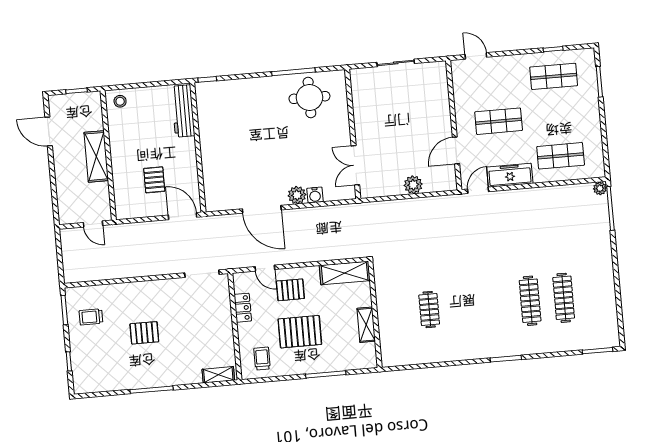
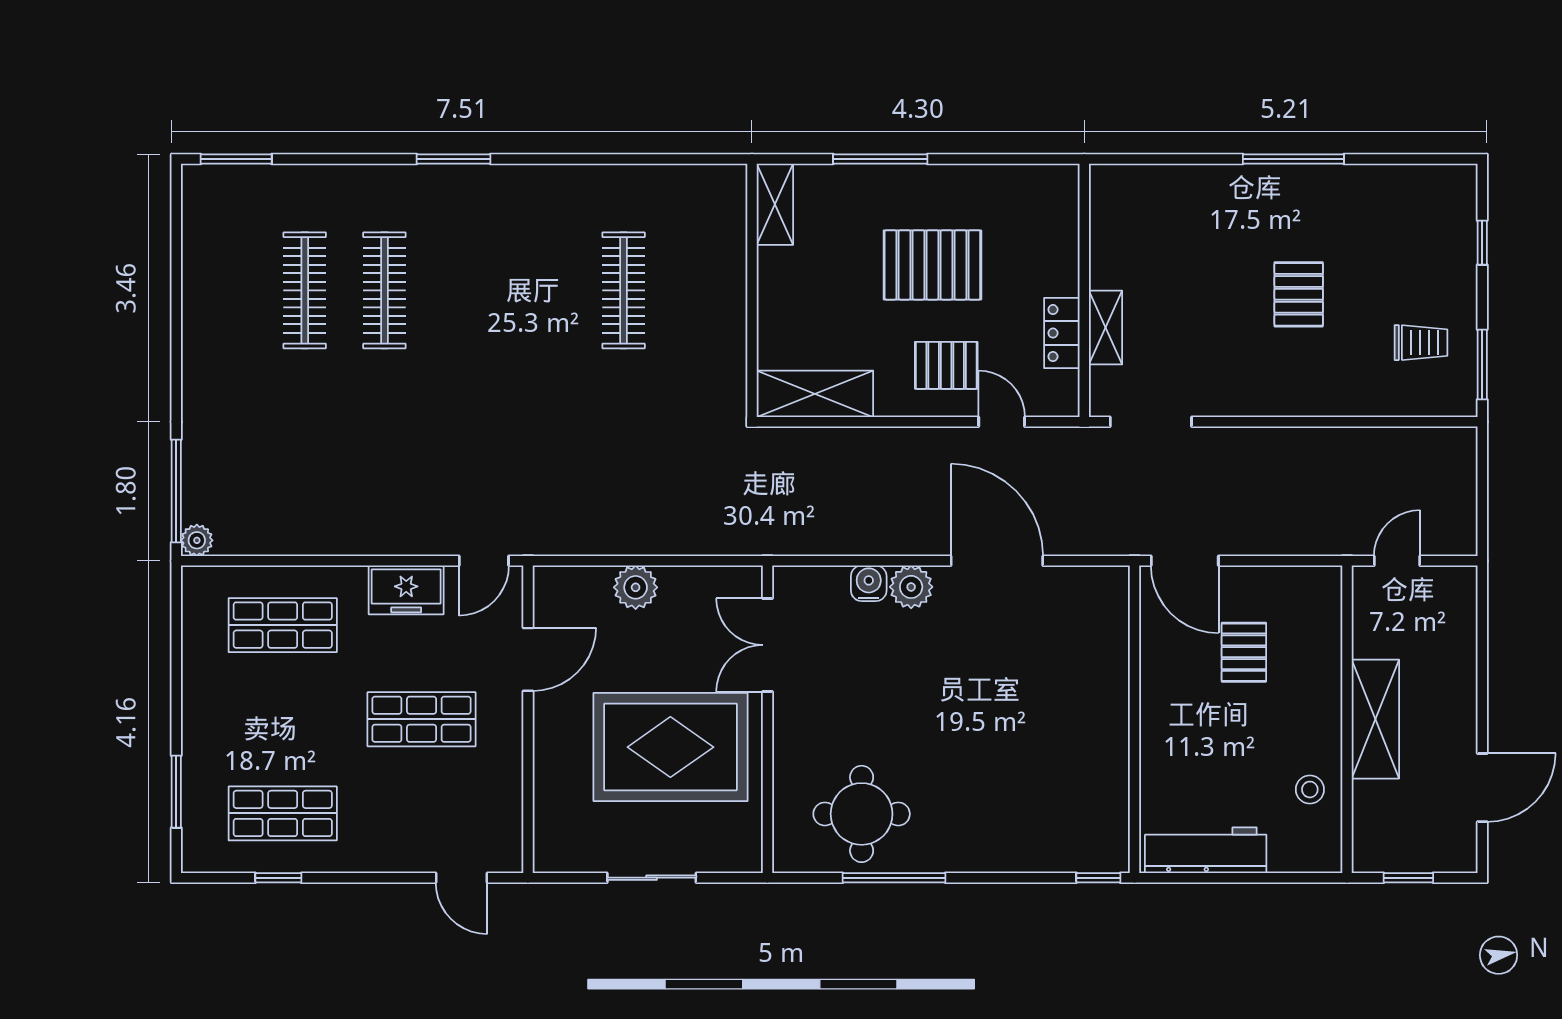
stool: (120, 101) -> (1310, 789), moved
workbench: (183, 111) -> (1206, 850), moved, turned -90
rug: (393, 119) -> (670, 747), added
door: (49, 132) -> (1482, 788), hinge flipped
double door: (355, 165) -> (767, 645), swing flipped
freezer: (510, 175) -> (406, 590), width x0.71
door: (93, 224) -> (1397, 561), hinge flipped
clothes rail: (429, 310) -> (624, 290), width x1.36
shelving: (366, 325) -> (775, 204), moved
pallet: (144, 333) -> (1299, 294), turned 90
trolley: (262, 359) -> (1027, 210), removed
shelving: (218, 375) -> (1106, 328), moved, turned 90

